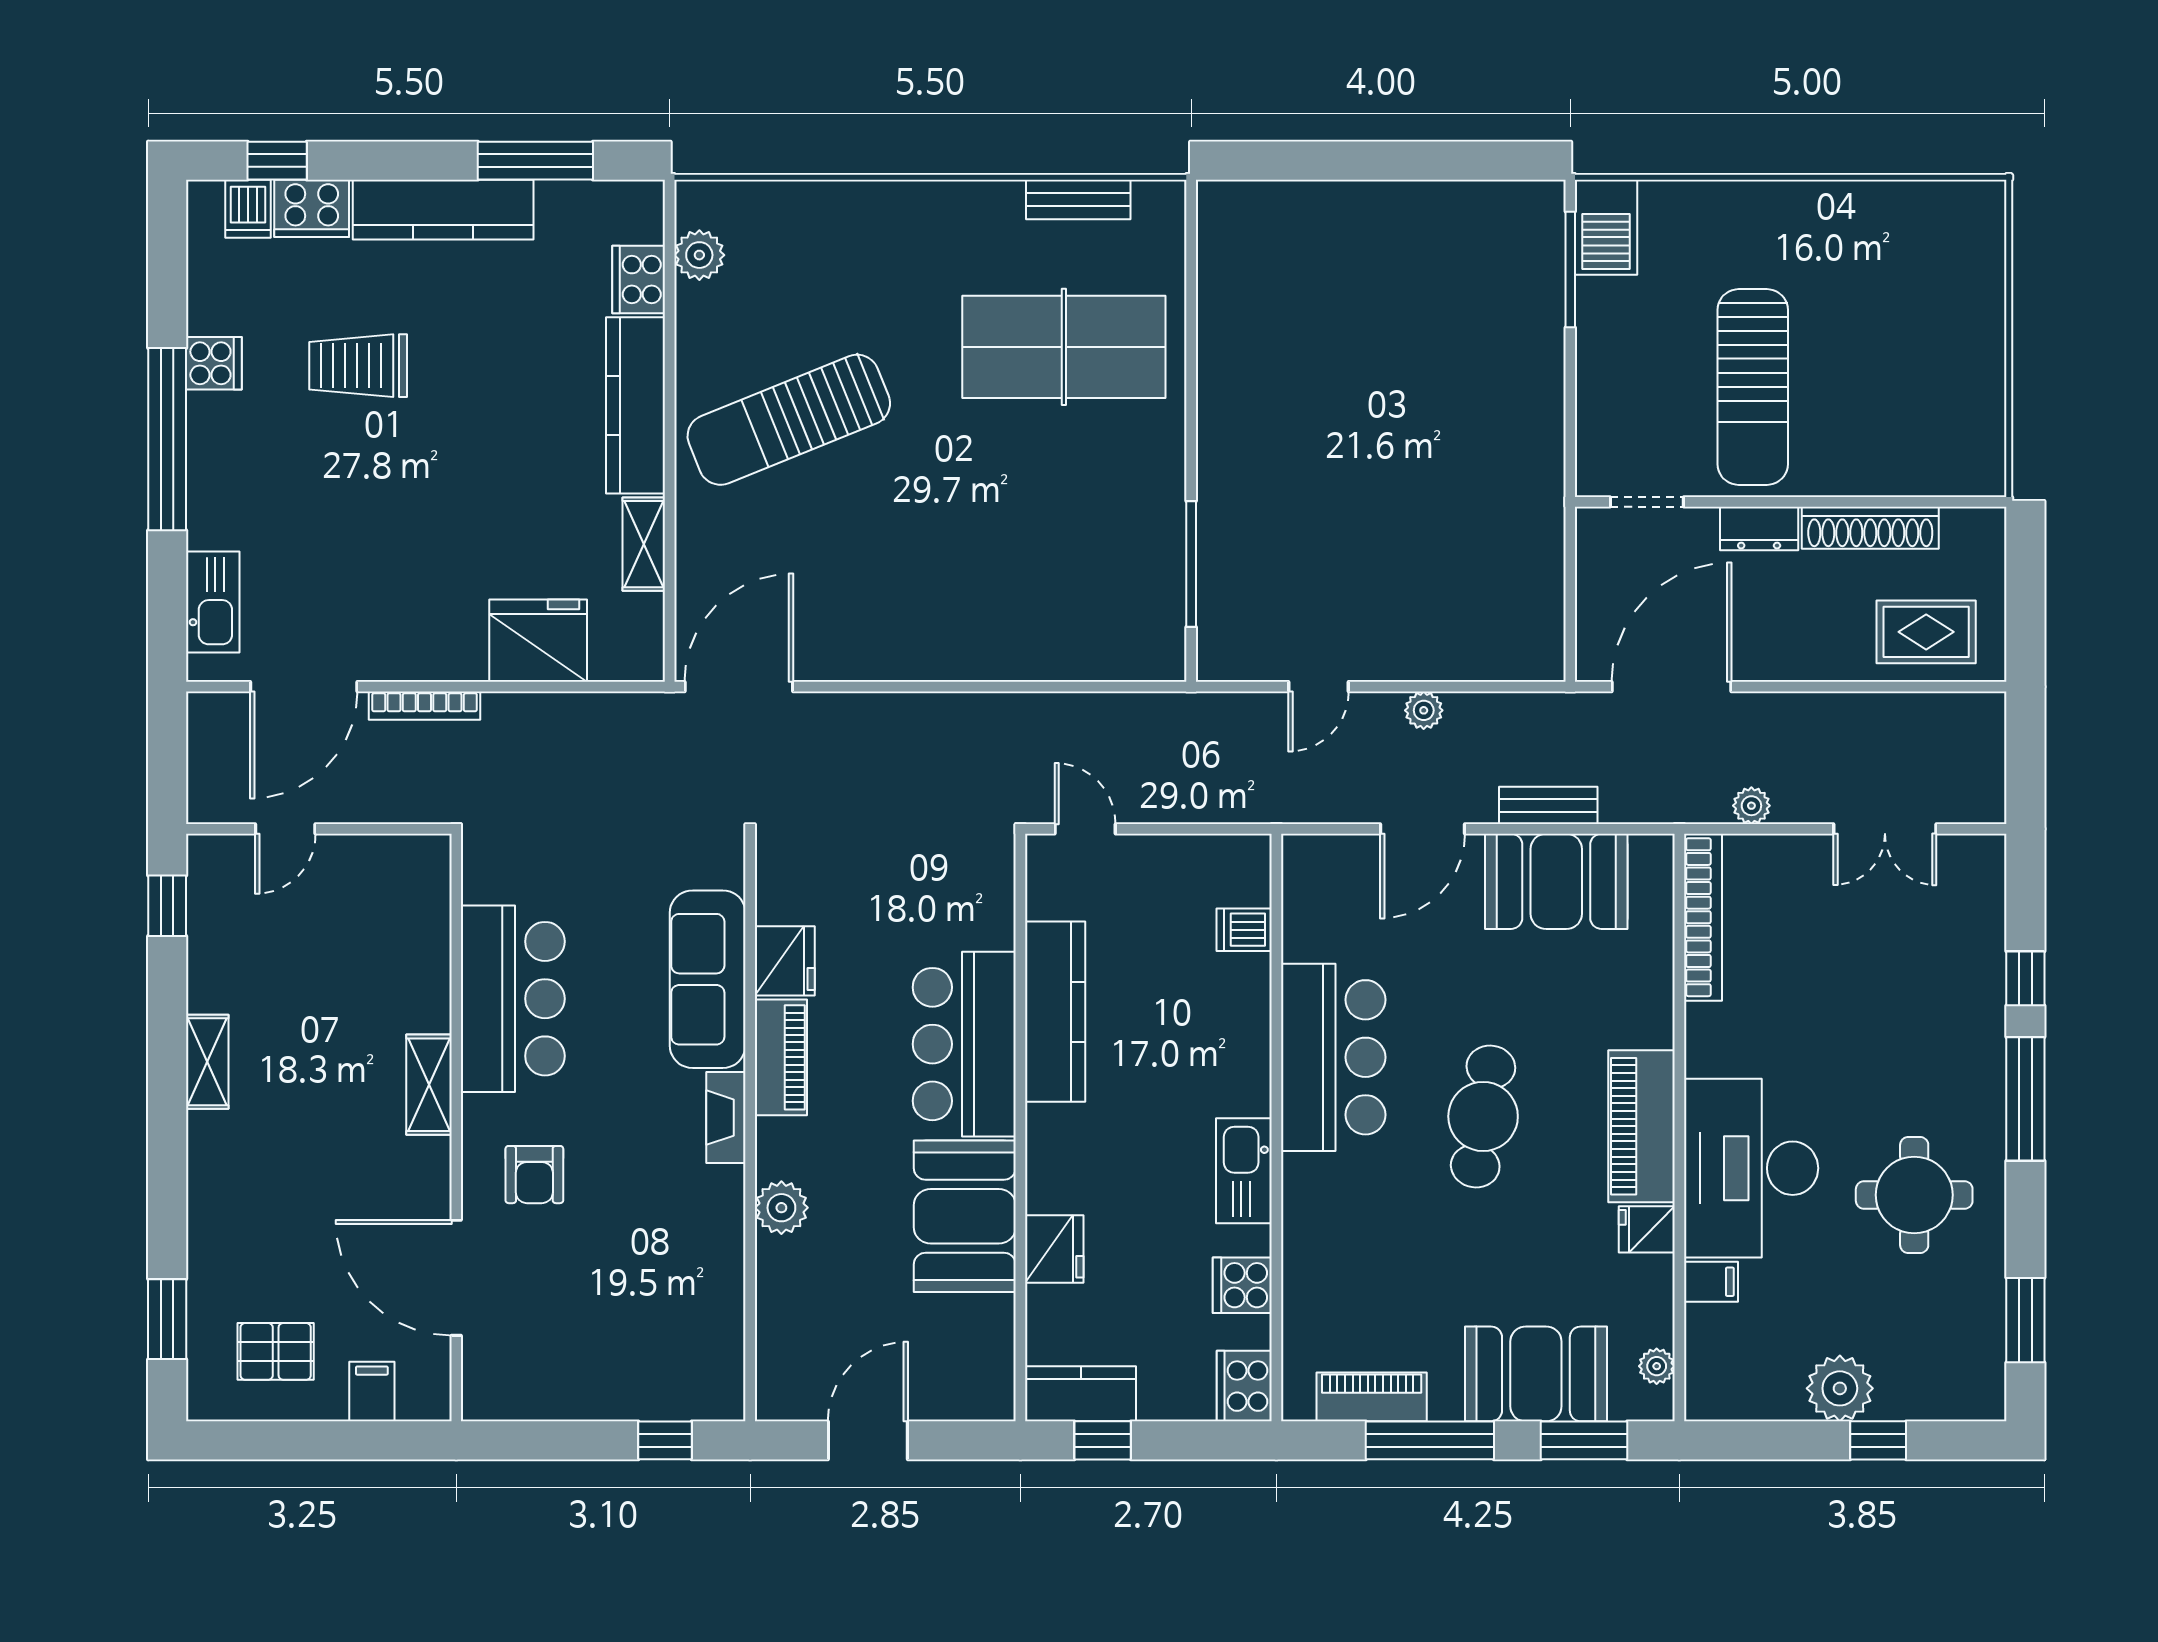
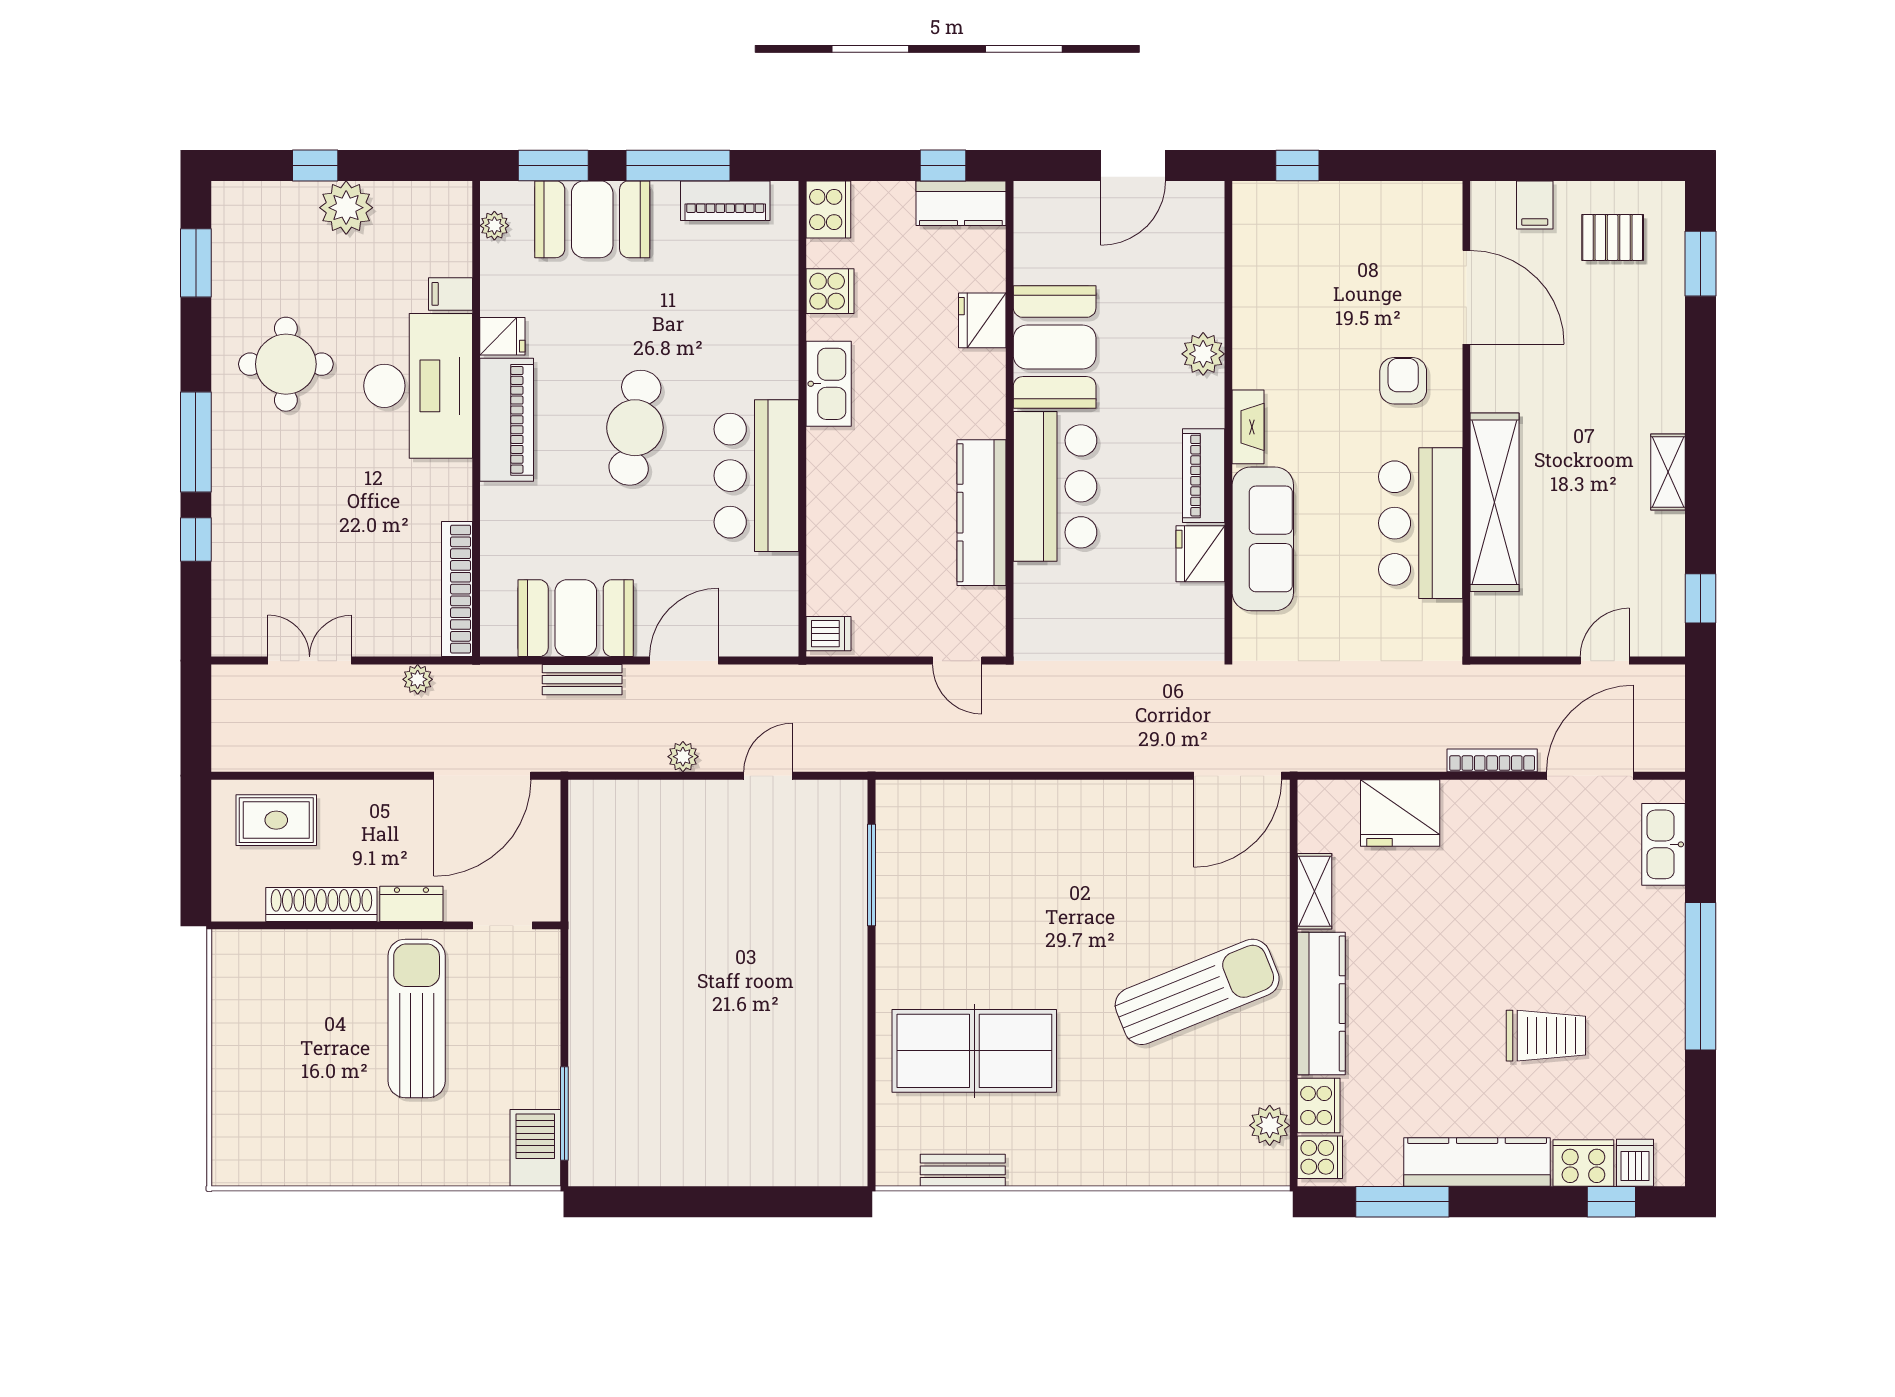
cooker: (214, 363) -> (1320, 1157), moved, turned 180
dishwasher: (1244, 930) -> (828, 634), moved
shelving: (429, 1085) -> (1495, 502), width x2.20, depth x1.33

